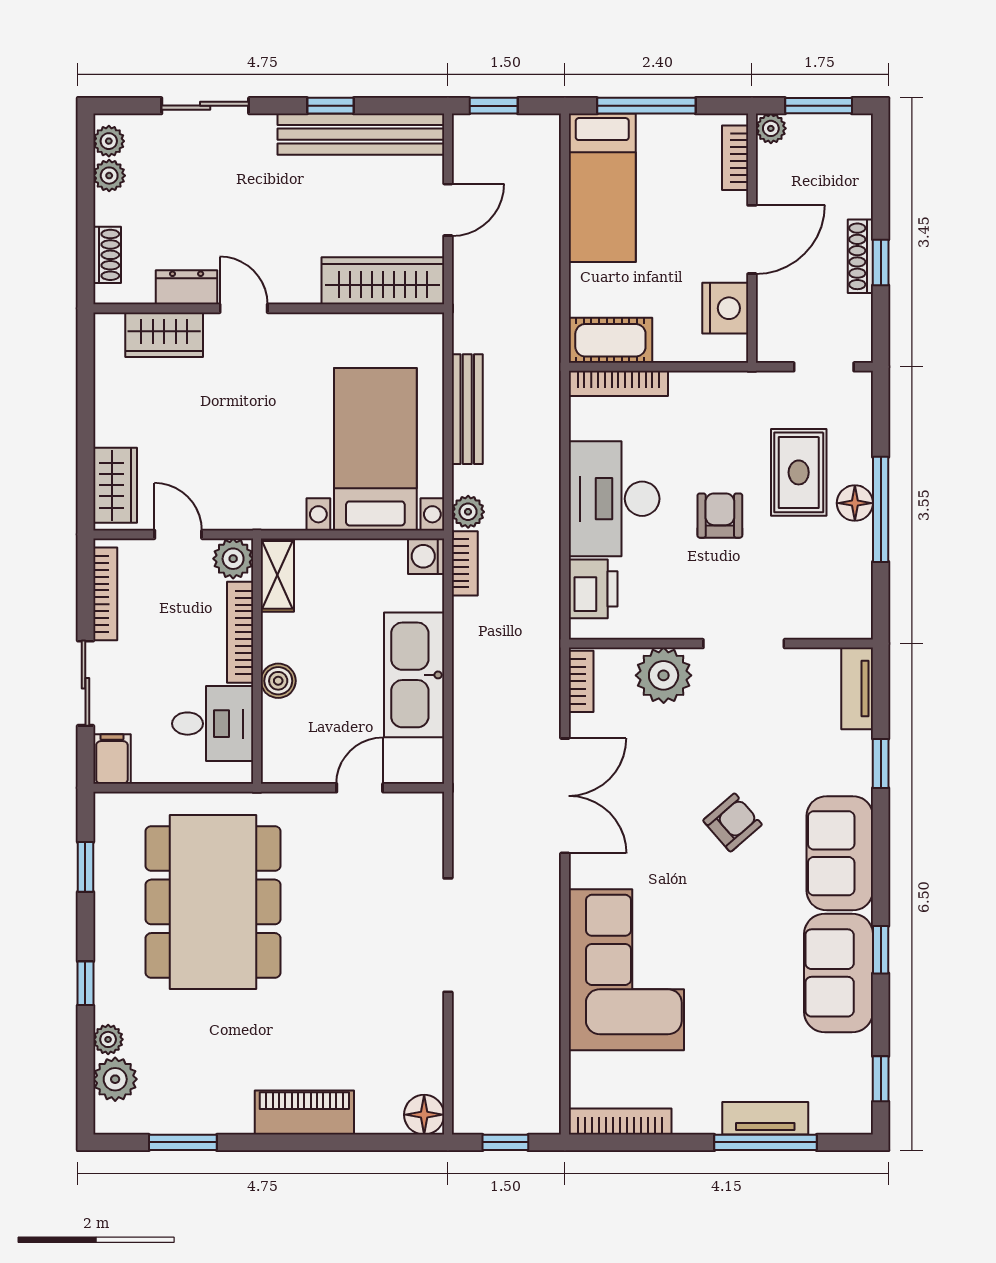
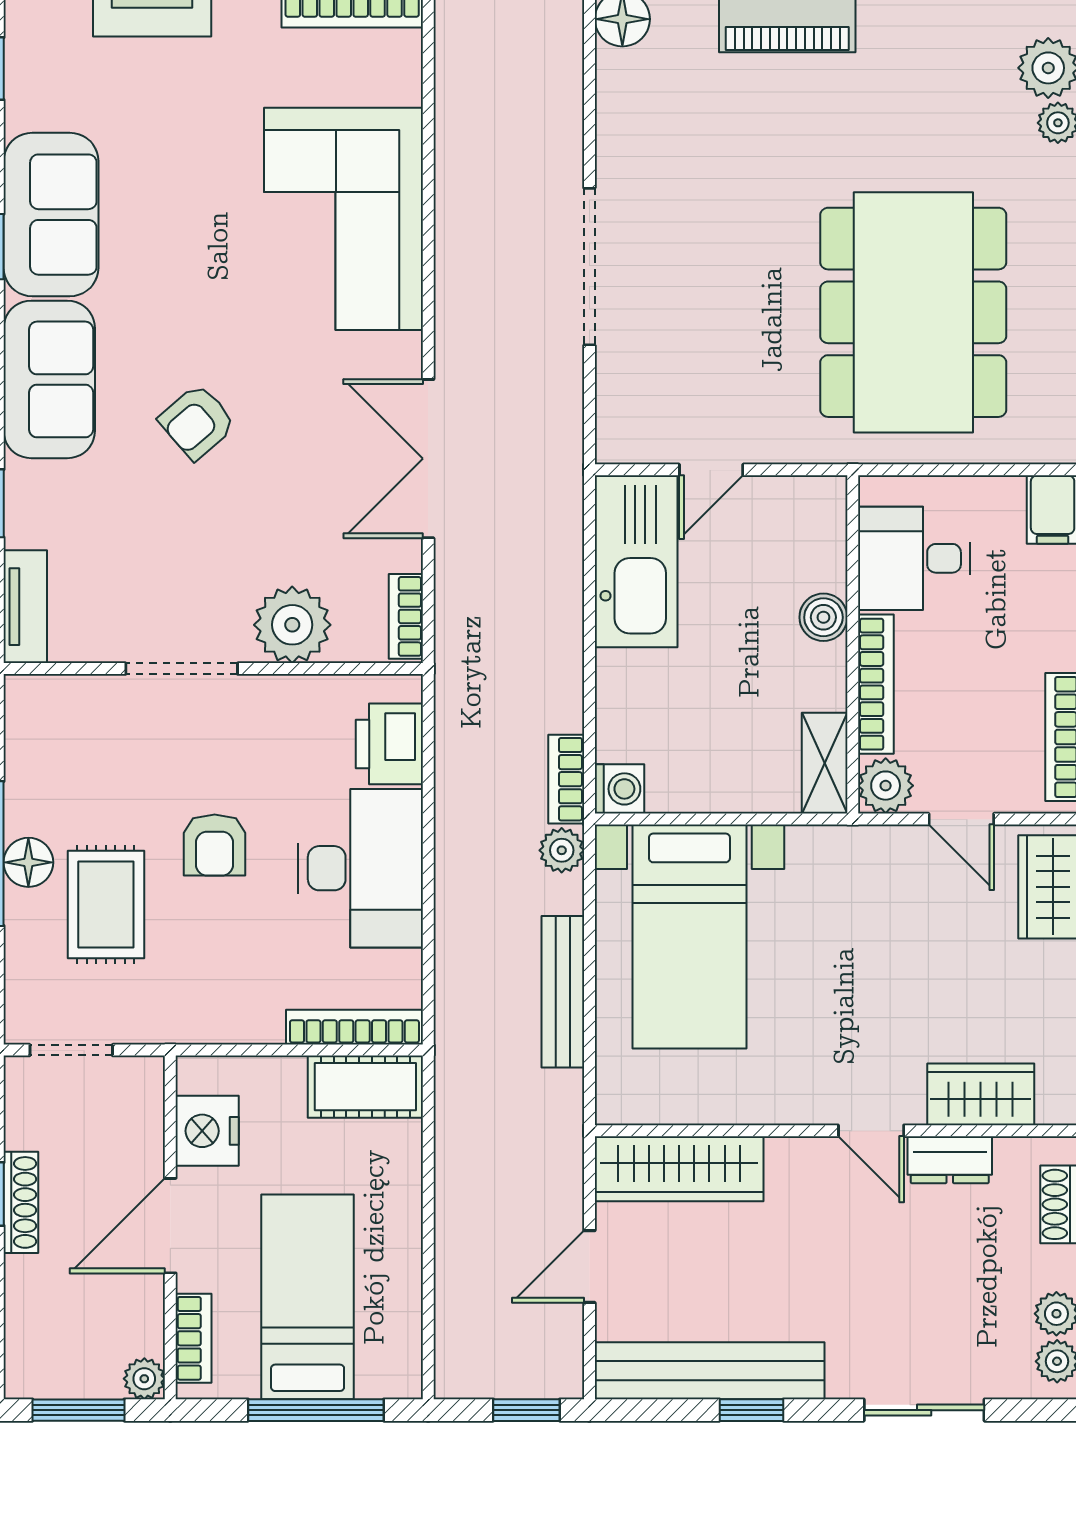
bed: (602, 188) -> (308, 1297), moved
kitchen sink: (414, 675) -> (636, 561), moved

